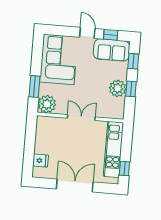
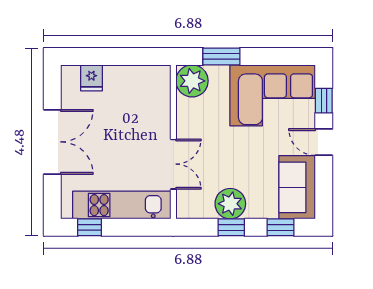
door: (87, 33) -> (324, 142), swing flipped
window: (111, 35) -> (324, 101), moved
double door: (81, 118) -> (173, 164), moved

